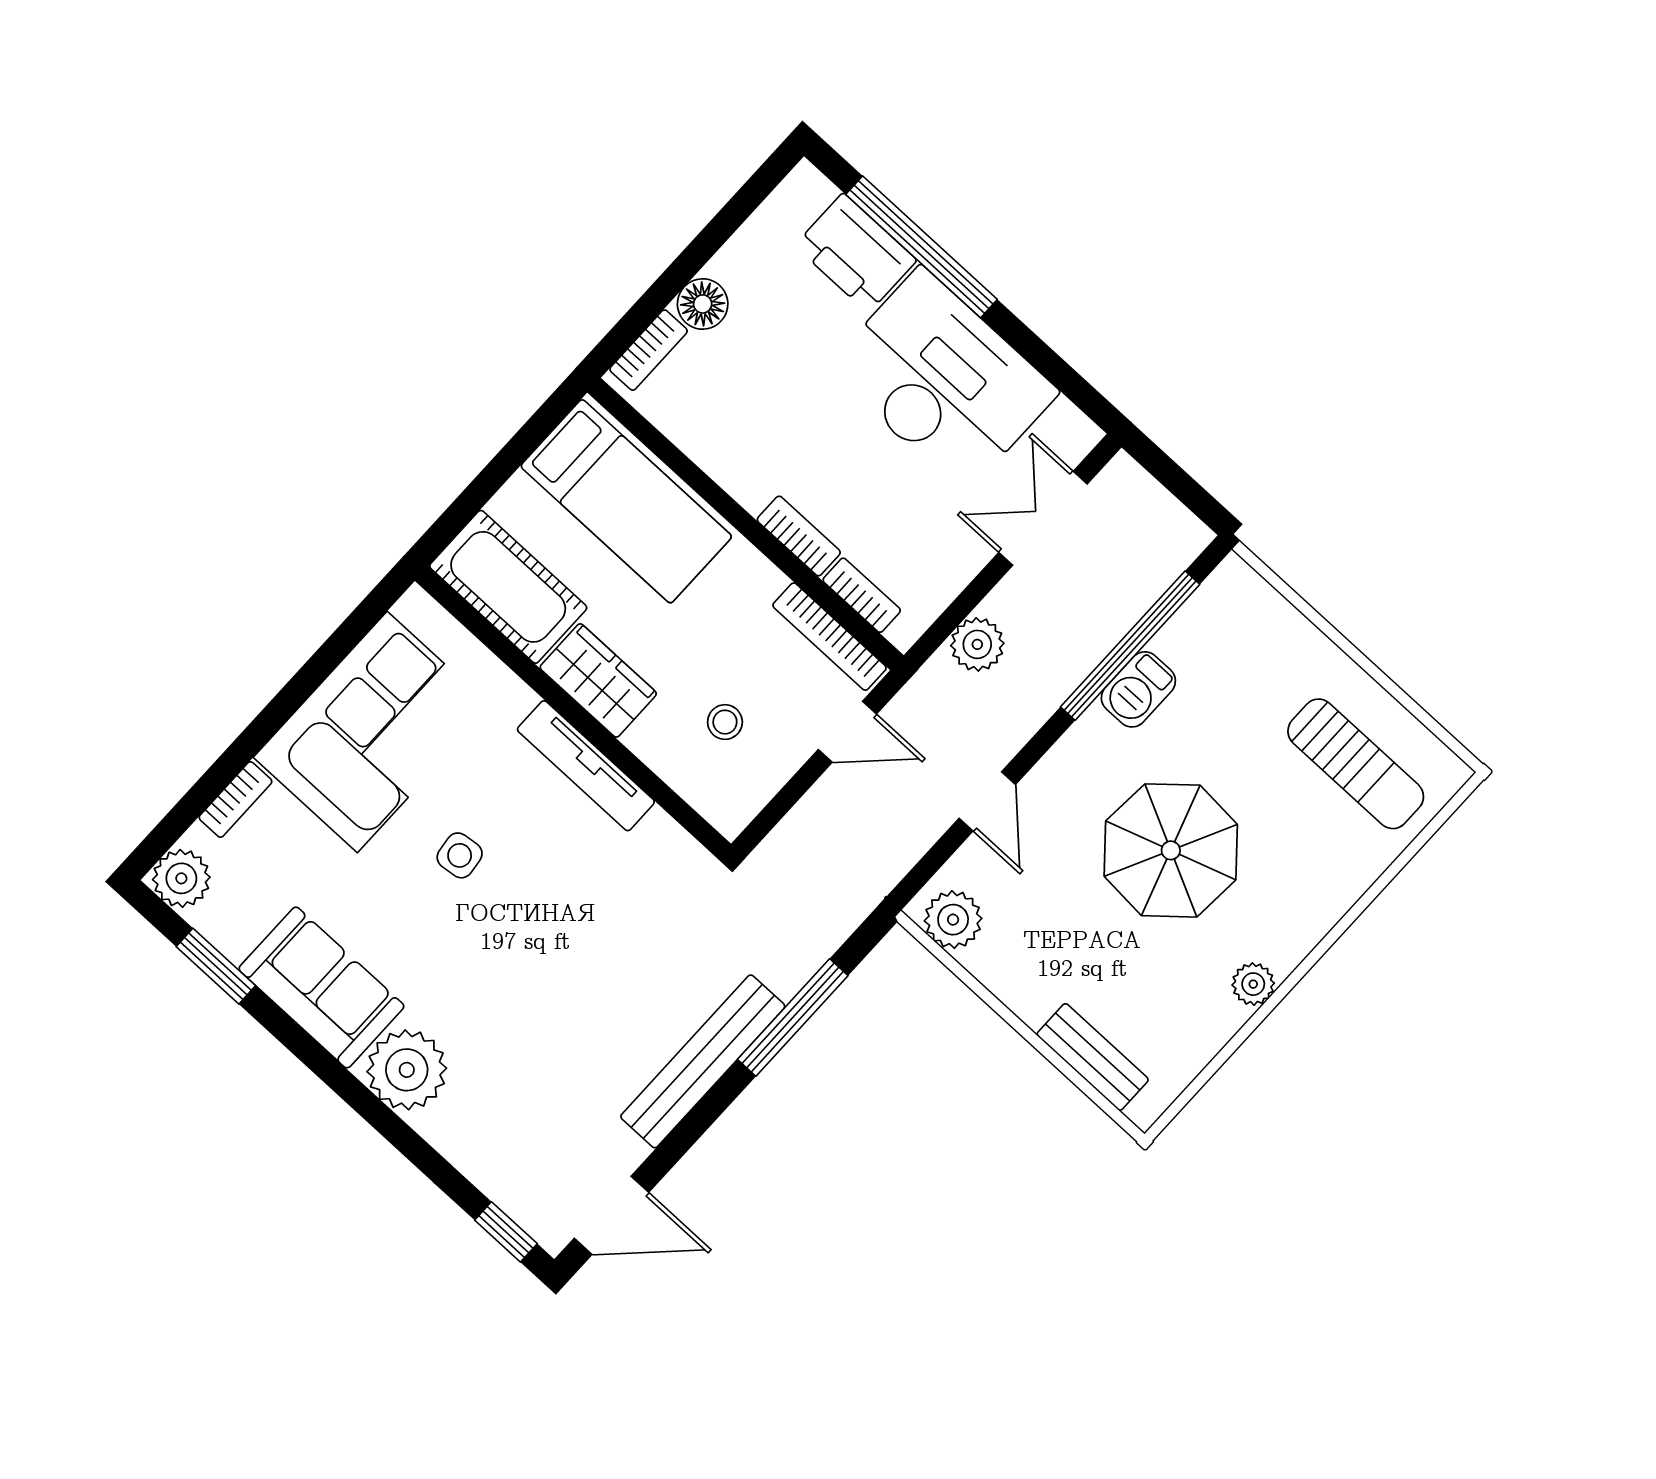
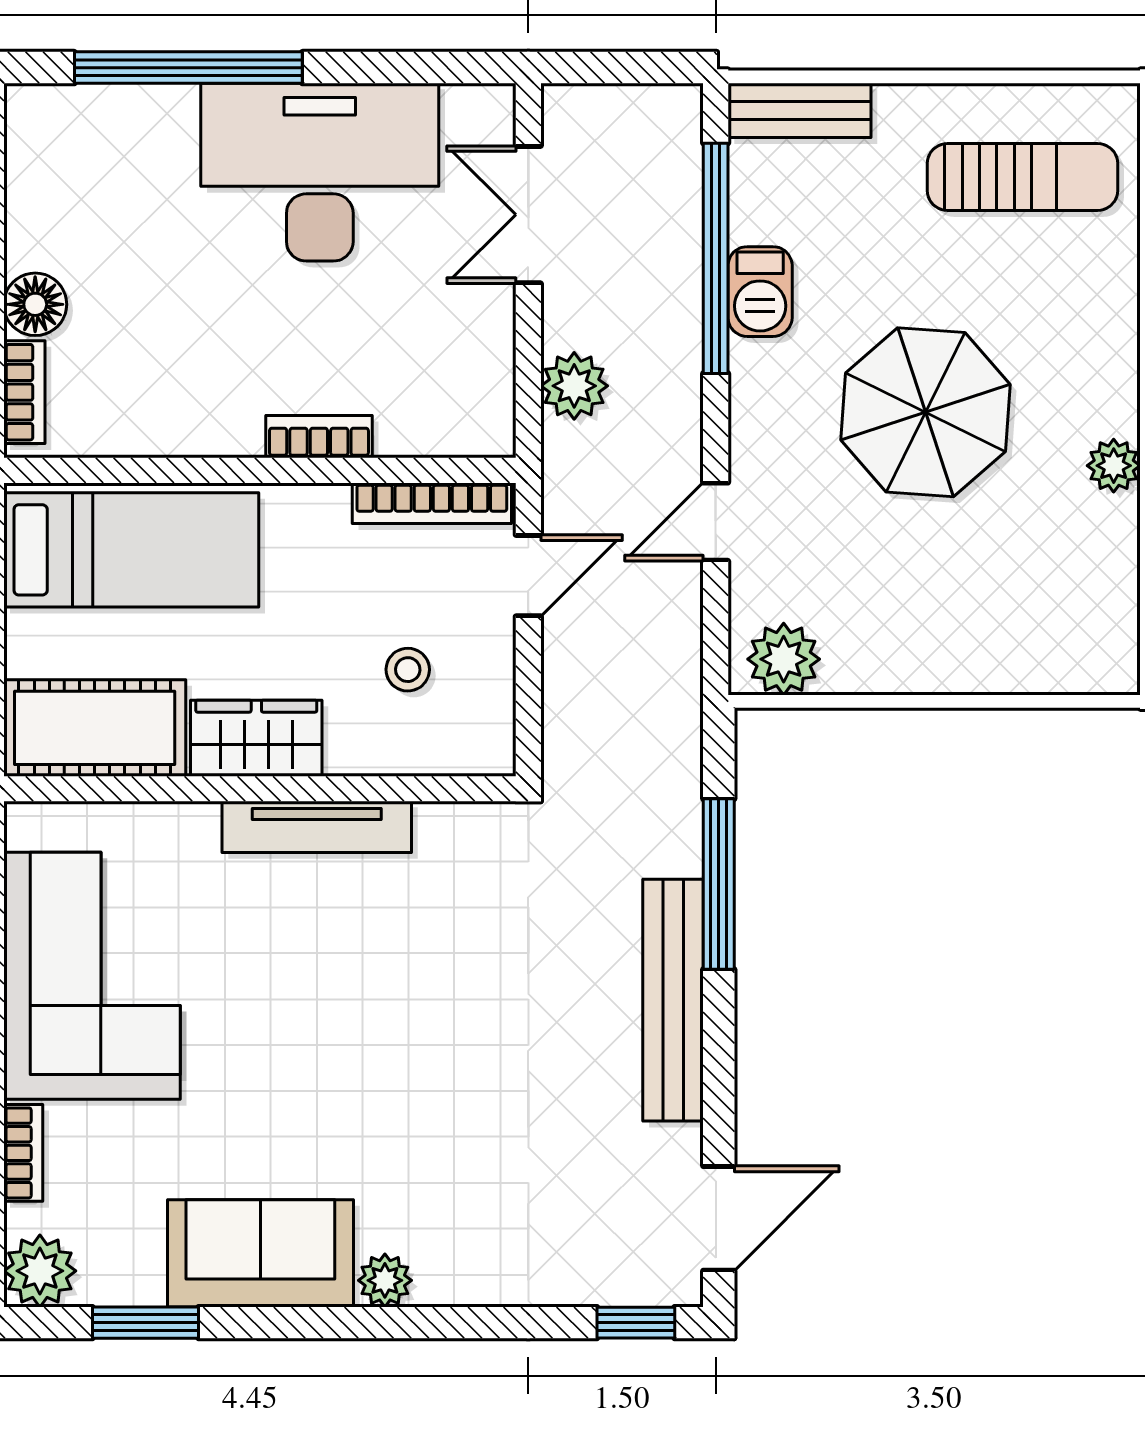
printer: (856, 253) -> (133, 128), removed
bookcase: (862, 595) -> (427, 438), removed
door: (987, 801) -> (716, 522), swing flipped
side table: (460, 855) -> (276, 1016), removed
bench: (1093, 1057) -> (799, 110), moved
plant: (407, 1070) -> (385, 1280), width x0.53, depth x0.53

